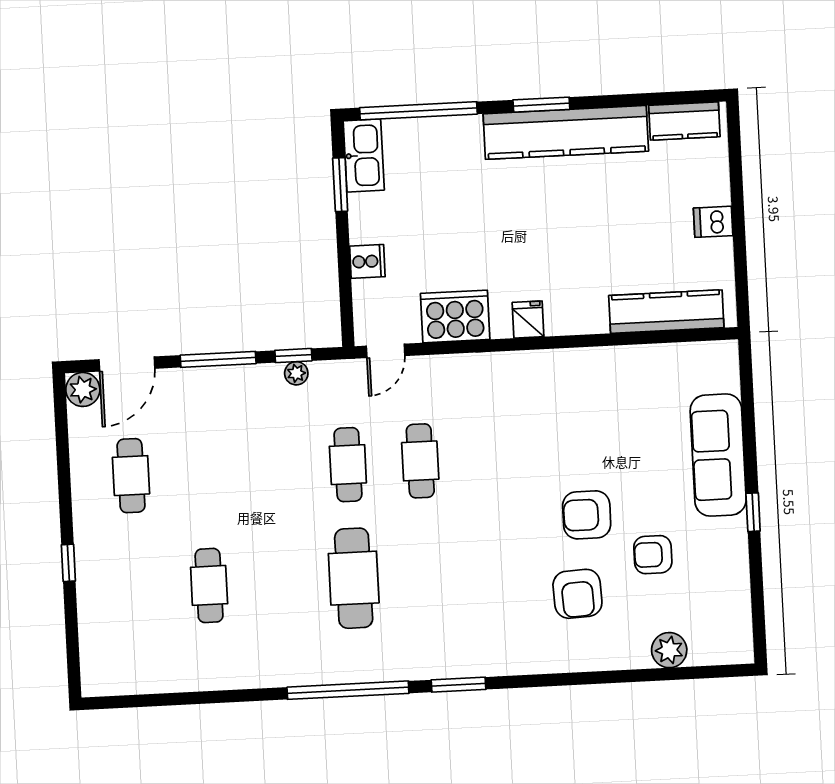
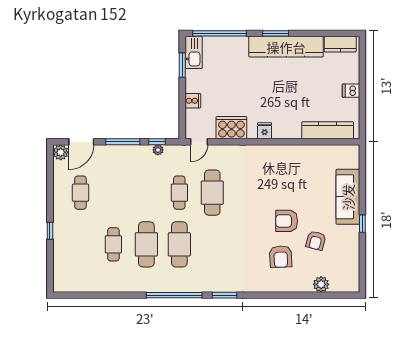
cafe table: (420, 461) -> (212, 193), width x1.37, depth x1.35
armchair: (653, 555) -> (316, 241), turned -75
cafe table: (281, 582) -> (146, 244), added

